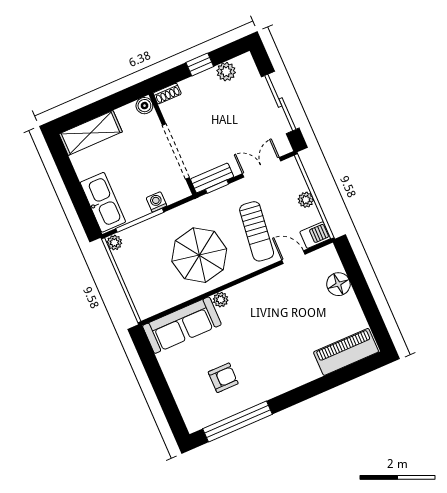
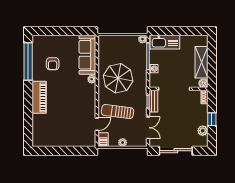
shelving: (91, 133) -> (202, 62), moved
floor lamp: (338, 284) -> (74, 141), removed
piano: (346, 352) -> (39, 97), moved

